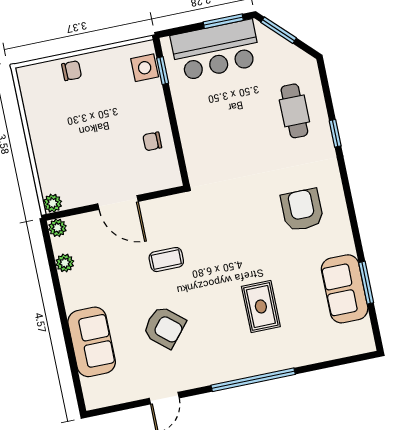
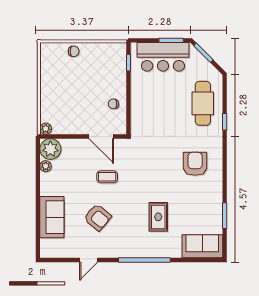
side table: (145, 68) -> (118, 59), removed
cafe table: (294, 111) -> (203, 103), width x1.37, depth x1.35
door: (118, 203) -> (101, 136), moved
plant: (57, 228) -> (50, 149), width x1.87, depth x1.87
sofa: (345, 289) -> (202, 246), moved, turned 90

